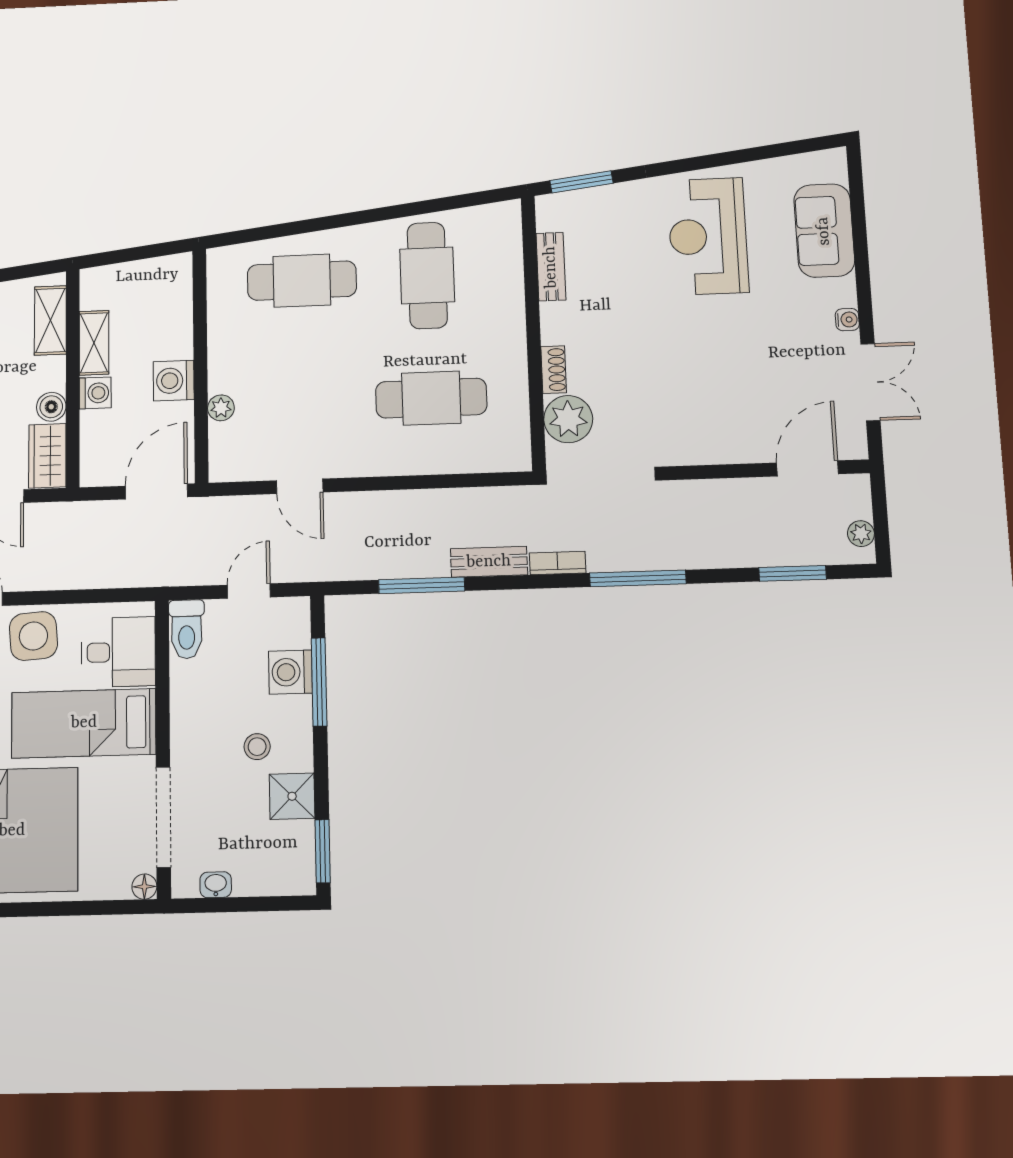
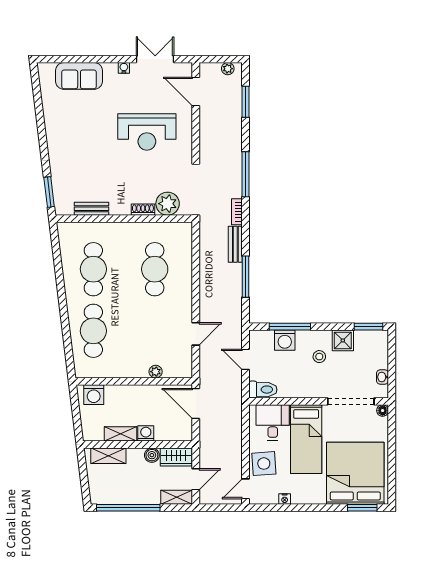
reception desk: (708, 236) -> (147, 132), moved
cafe table: (427, 275) -> (93, 269), turned 90
washing machine: (174, 381) -> (94, 395), moved

